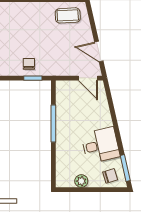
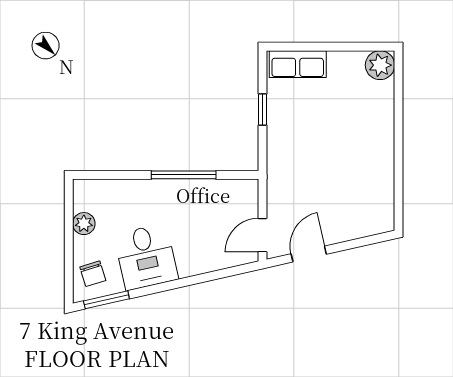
coffee table: (68, 15) -> (371, 200), removed
chair: (29, 64) -> (287, 132), removed
window: (33, 78) -> (262, 110), moved

